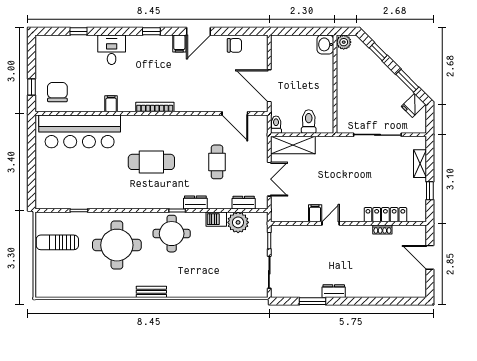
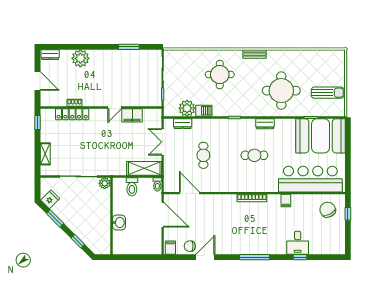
window: (79, 31) -> (300, 257), moved
window: (151, 31) -> (254, 257), width x2.17
door: (199, 31) -> (205, 257), moved
plant: (344, 42) -> (105, 183), moved
filing cabinet: (179, 43) -> (170, 248), moved
washbasin: (325, 44) -> (119, 223), moved
desk: (112, 50) -> (298, 243), moved
chair: (57, 92) -> (328, 210), turned 153
cafe table: (151, 162) -> (254, 155), width x0.73, depth x0.74
booth: (67, 187) -> (321, 136), added
window: (430, 191) -> (37, 122), moved
dresser: (195, 202) -> (265, 124), moved
filing cabinet: (315, 213) -> (132, 115), width x2.00
round table: (172, 234) -> (220, 75), moved
plant: (375, 286) -> (80, 58), added
dresser: (334, 291) -> (50, 55), moved

